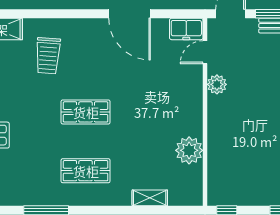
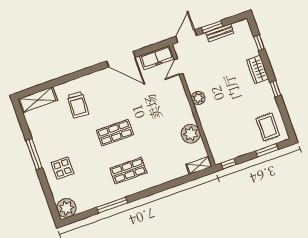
freezer: (186, 29) -> (157, 58), width x1.40
plant: (217, 84) -> (198, 98), moved
shelving: (150, 198) -> (199, 165), moved

